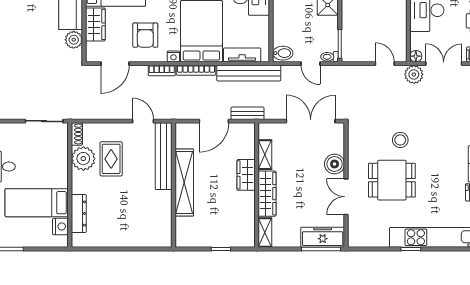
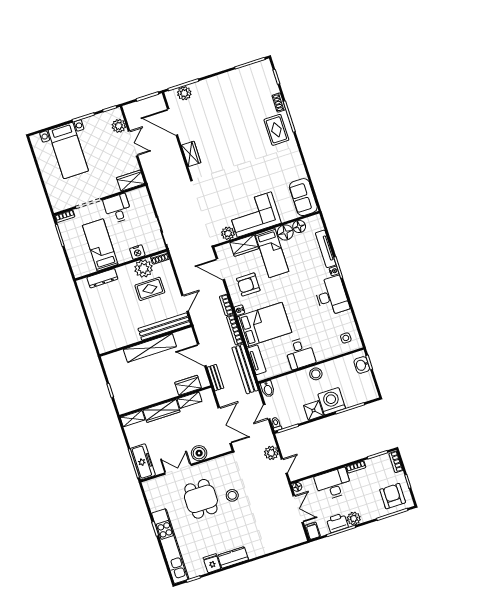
plant: (414, 74) -> (271, 453), moved
wardrobe: (246, 175) -> (188, 385), moved
nightstand: (60, 226) -> (137, 252), moved

